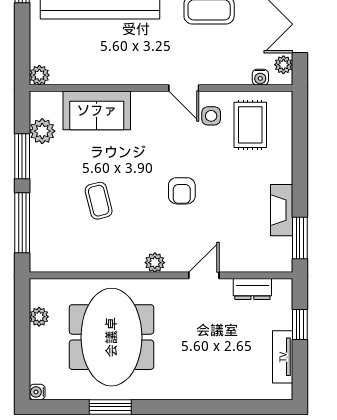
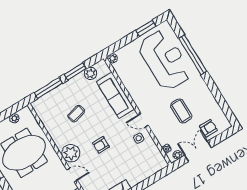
door: (184, 88) -> (143, 120), hinge flipped
sofa: (97, 110) -> (115, 95), width x1.36
rug: (250, 125) -> (145, 156), removed
plant: (155, 263) -> (71, 153), width x1.88, depth x1.88

